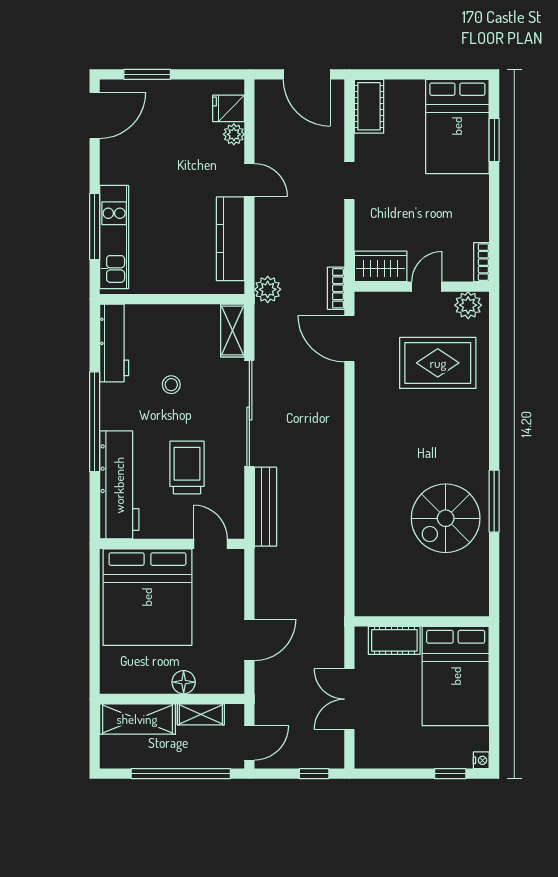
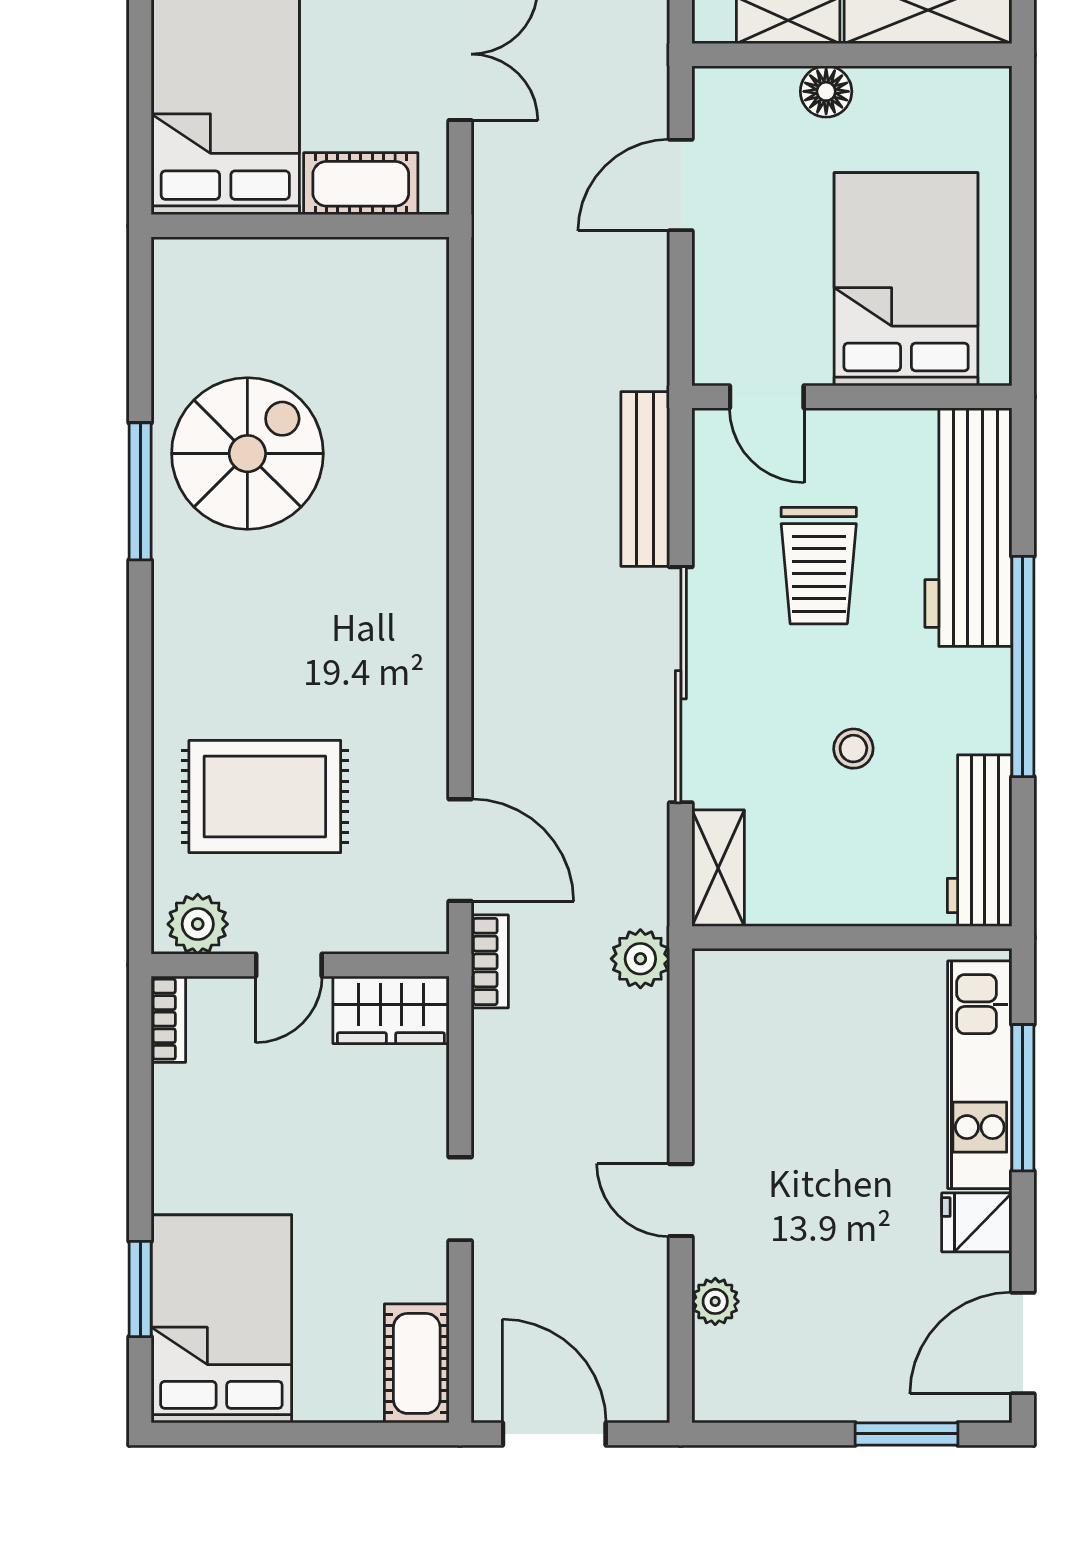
fridge: (229, 108) -> (977, 1222), moved, turned 180
kitchen counter: (230, 239) -> (723, 1071), removed
bed: (147, 597) -> (906, 279), width x0.73

